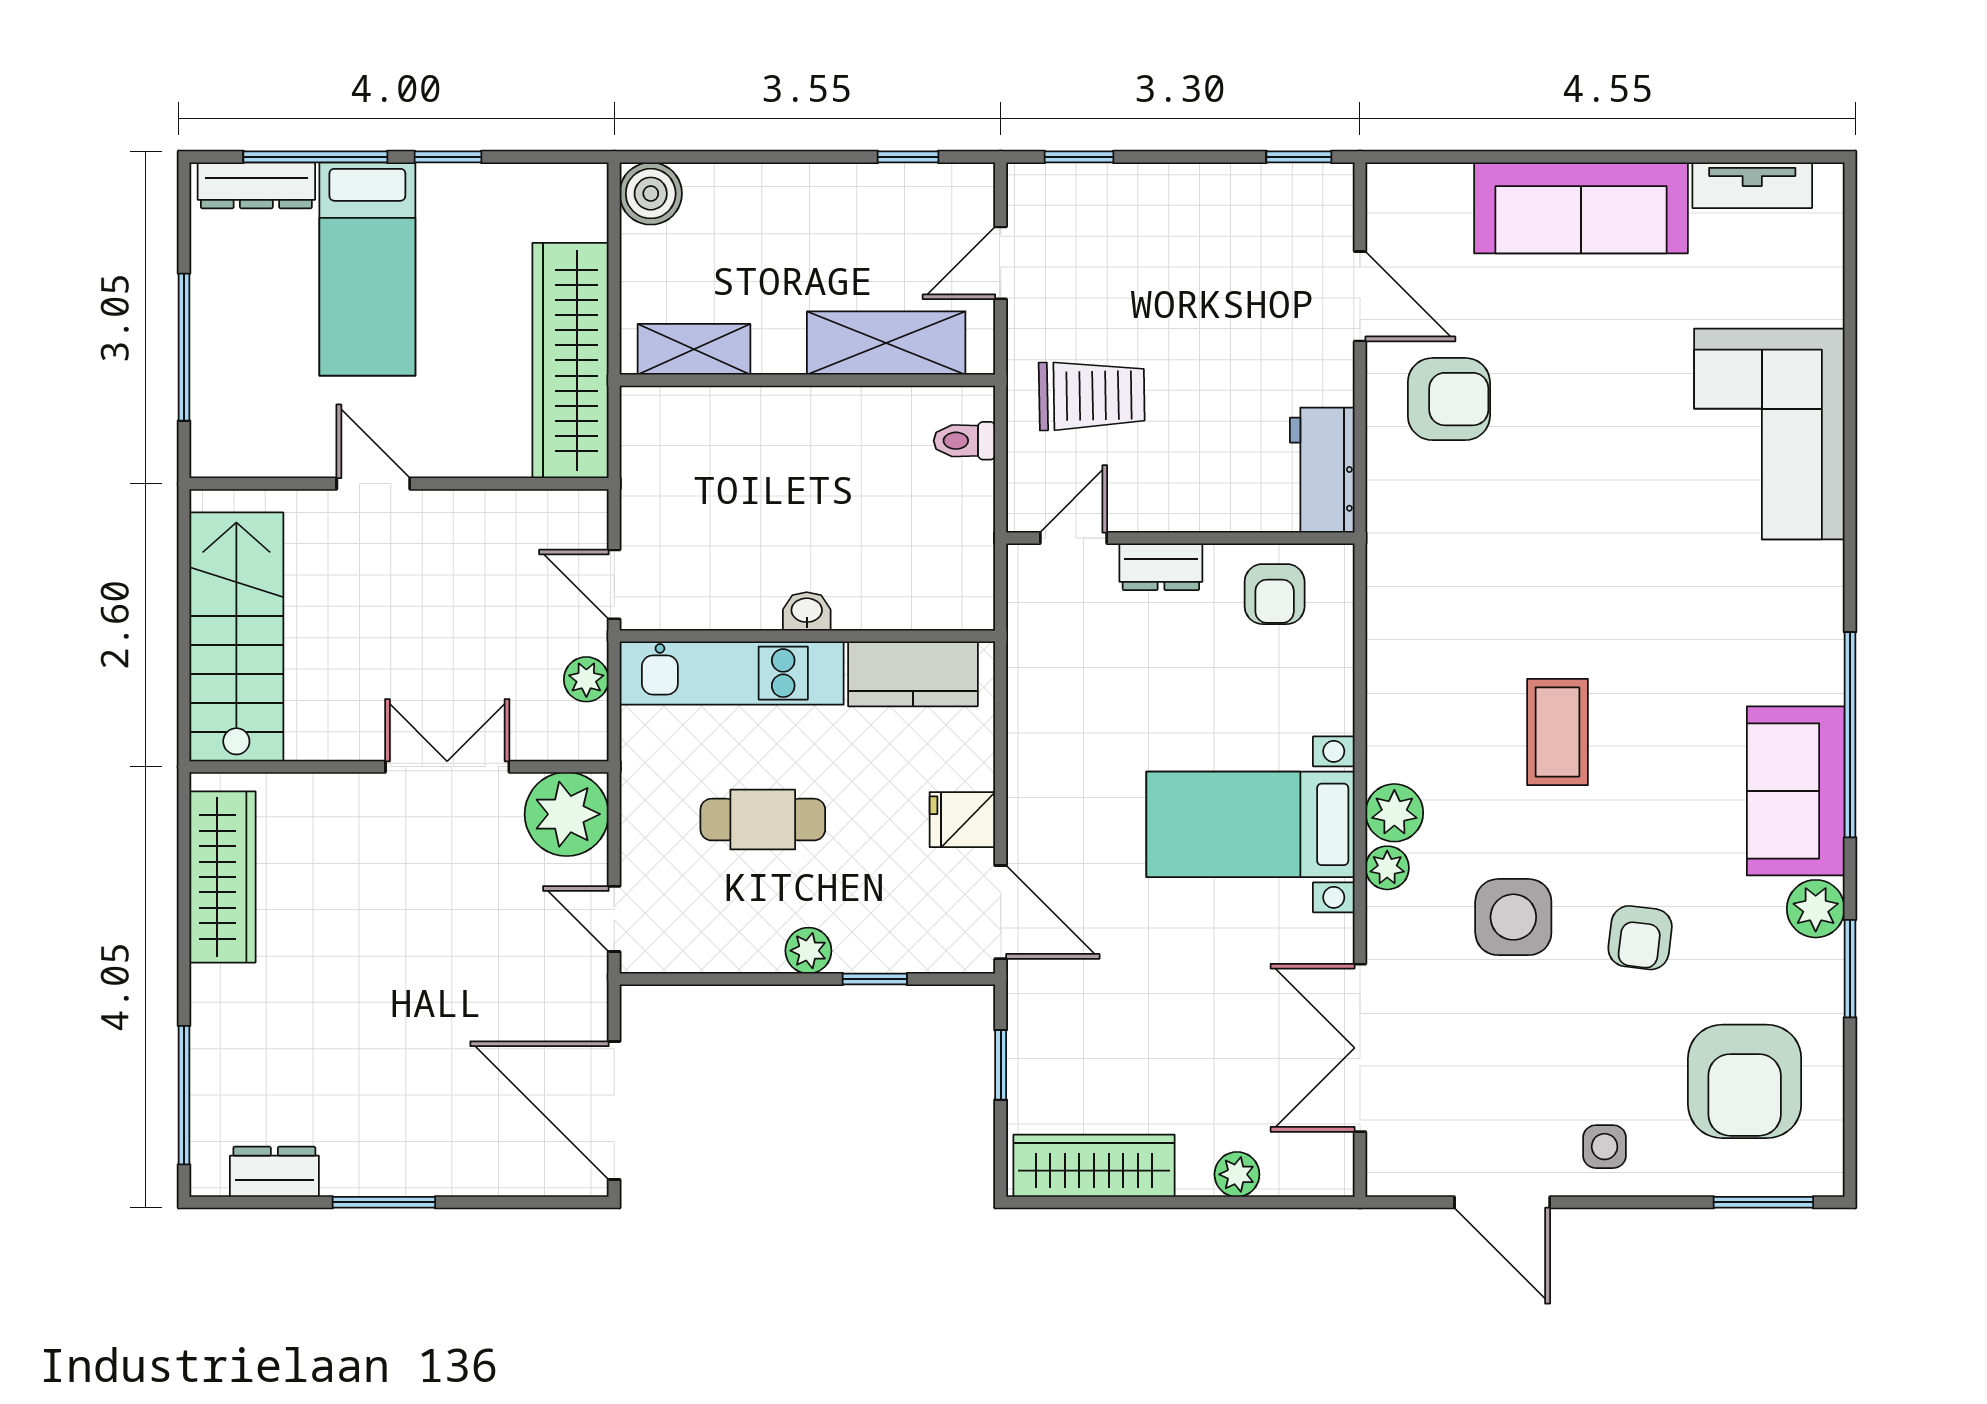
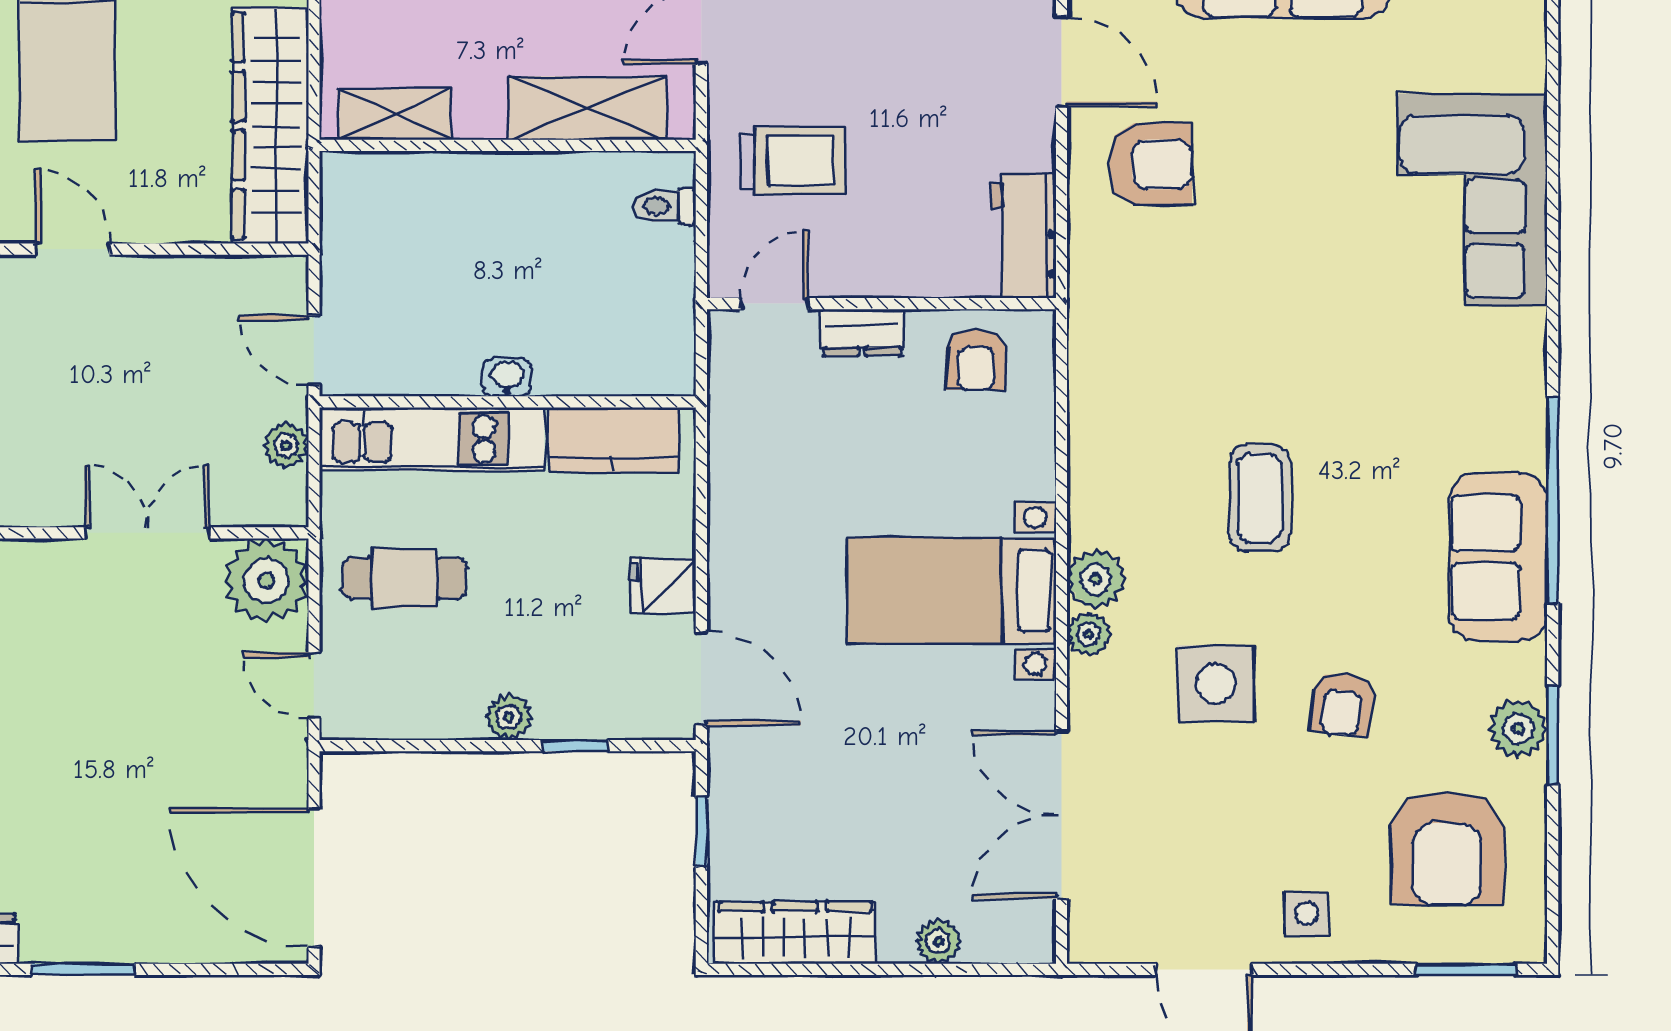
cafe table: (763, 820) -> (404, 578), moved
plant: (1816, 909) -> (1518, 729), moved

